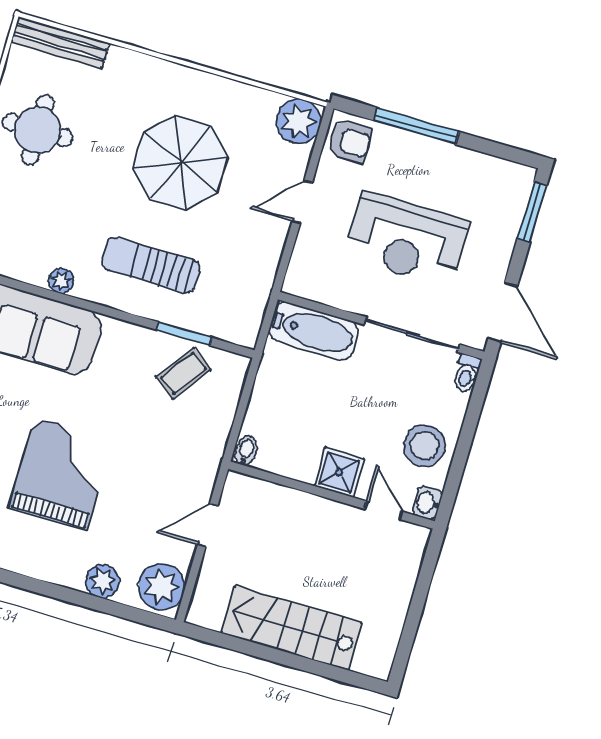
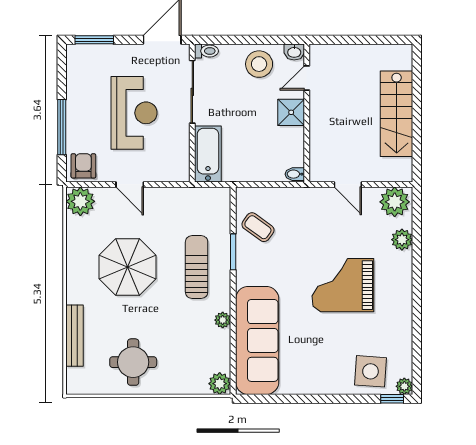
bench: (60, 42) -> (74, 336), moved
sun lounger: (151, 265) -> (197, 267), turned 180
window: (184, 334) -> (233, 252), moved

